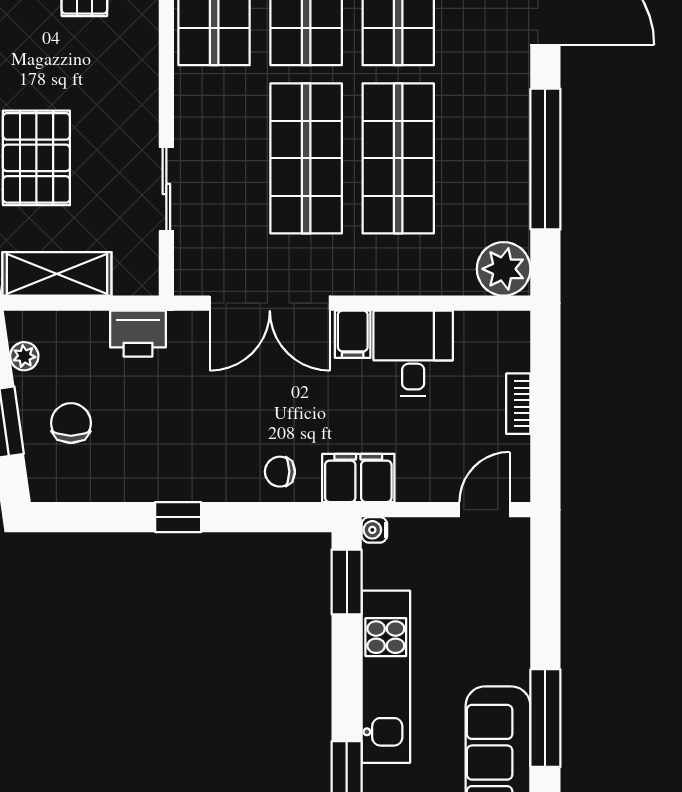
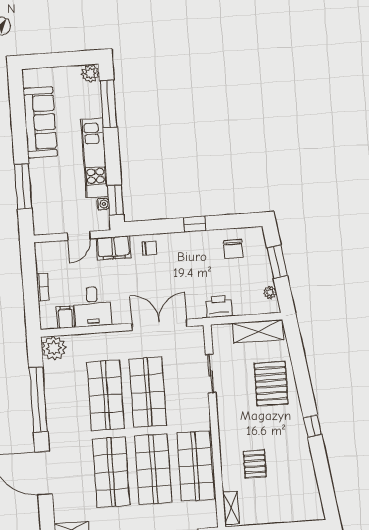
filing cabinet: (353, 334) -> (65, 317), moved
chair: (71, 423) -> (233, 249), moved
door: (485, 510) -> (79, 236), moved
water cooler: (374, 530) -> (103, 204), moved
window: (545, 718) -> (23, 186), moved

